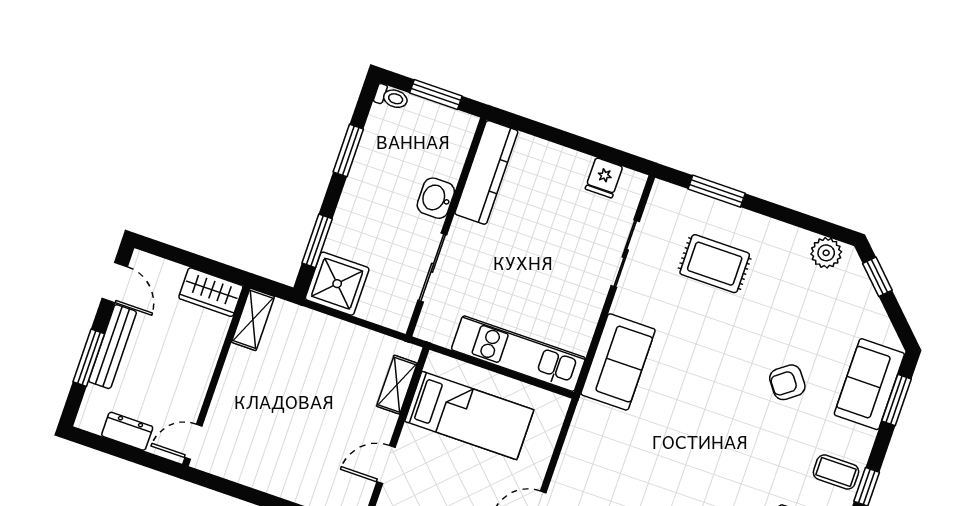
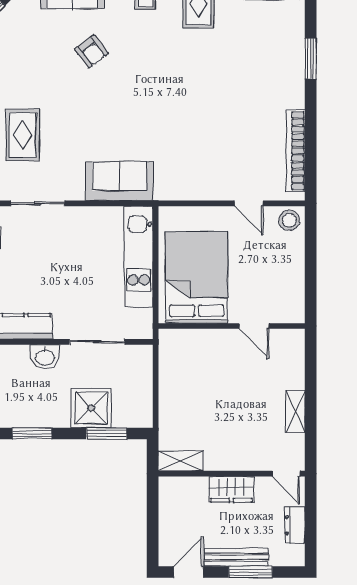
shower: (337, 284) -> (91, 408), moved
wardrobe: (211, 292) -> (231, 489), moved, turned 90
shelving: (397, 385) -> (295, 411), moved, turned 90
bed: (469, 416) -> (197, 277), width x1.50

